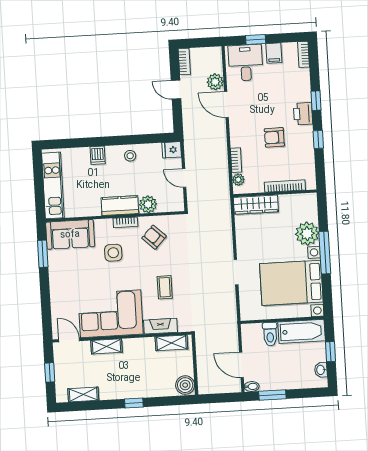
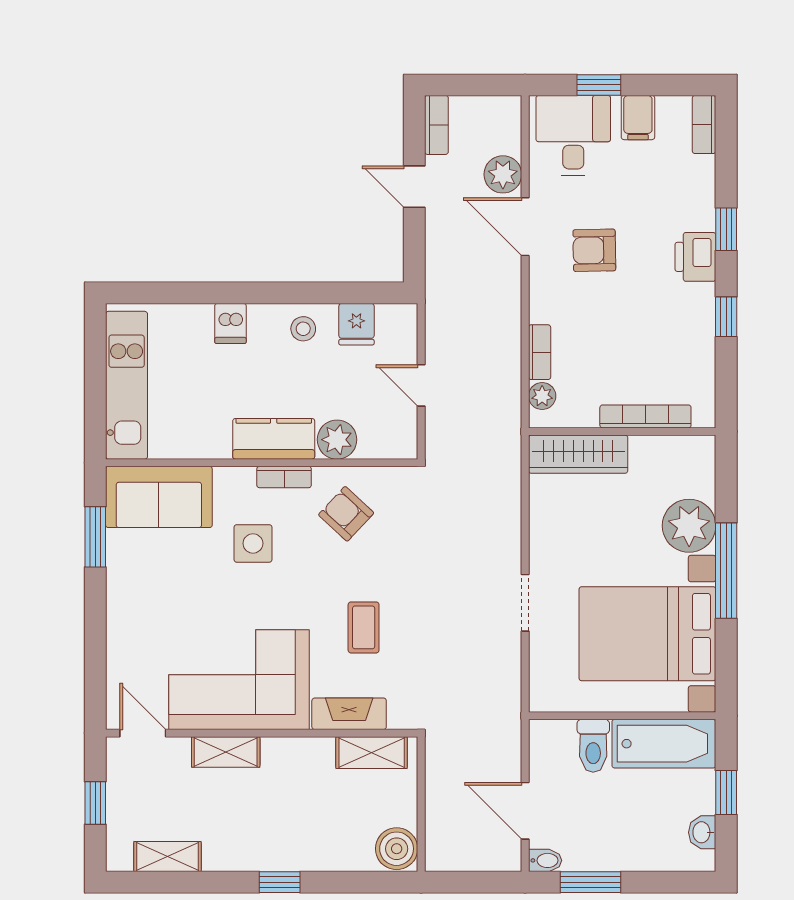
armchair: (274, 137) -> (594, 250), moved
fridge: (172, 150) -> (356, 324), moved, turned -90

